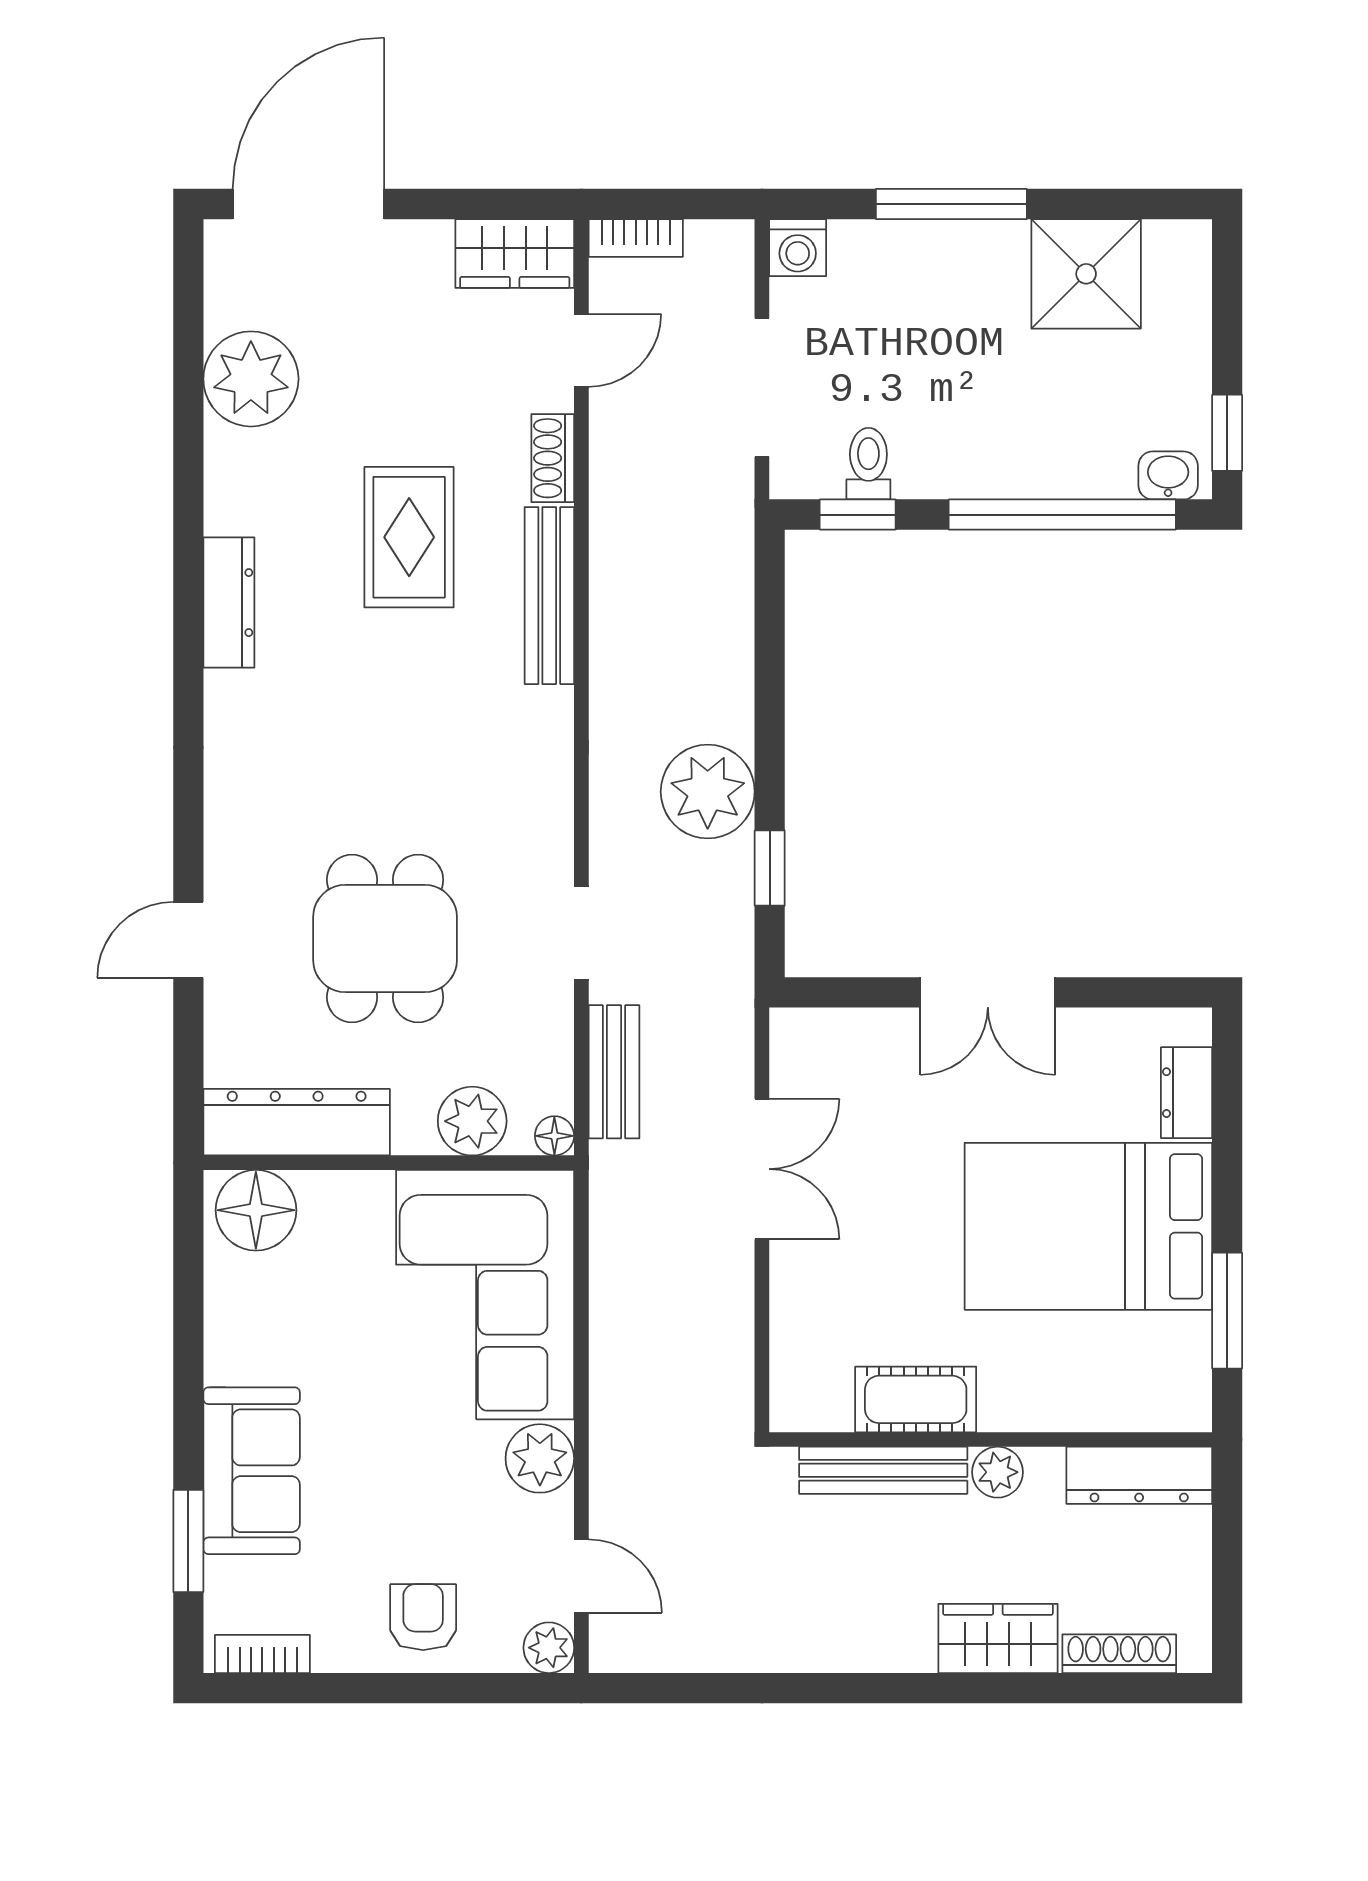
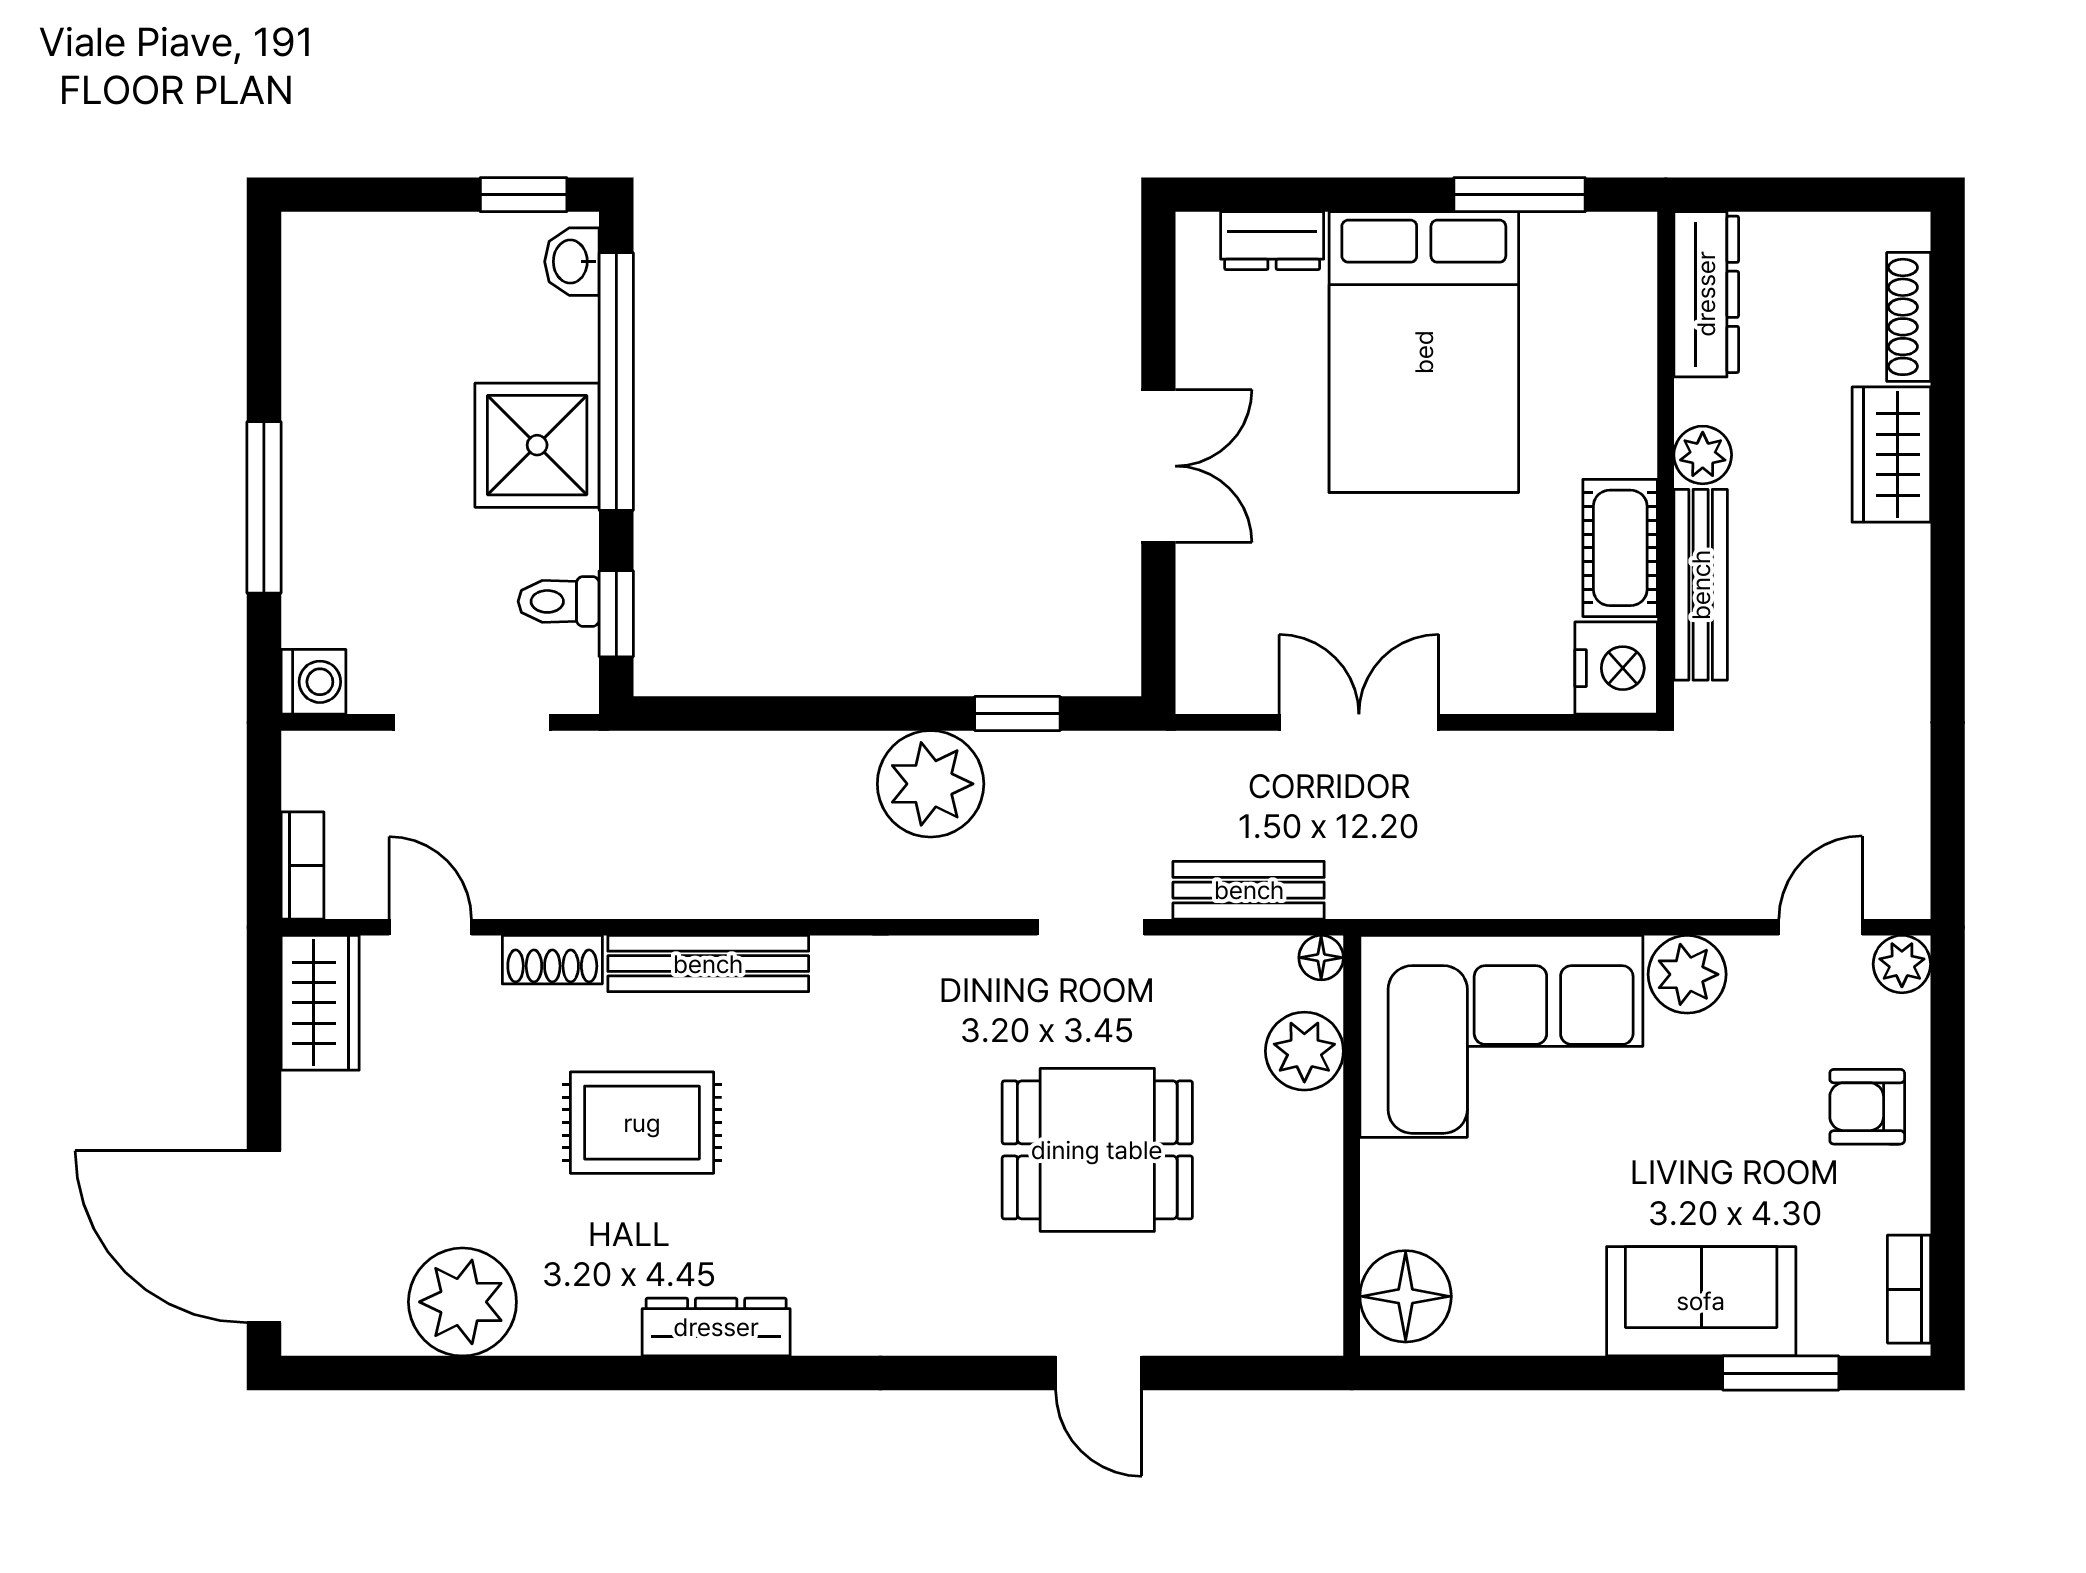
shower: (1086, 274) -> (537, 445), moved
dresser: (297, 1122) -> (1306, 1250), removed
nightstand: (810, 1396) -> (1616, 668), added

